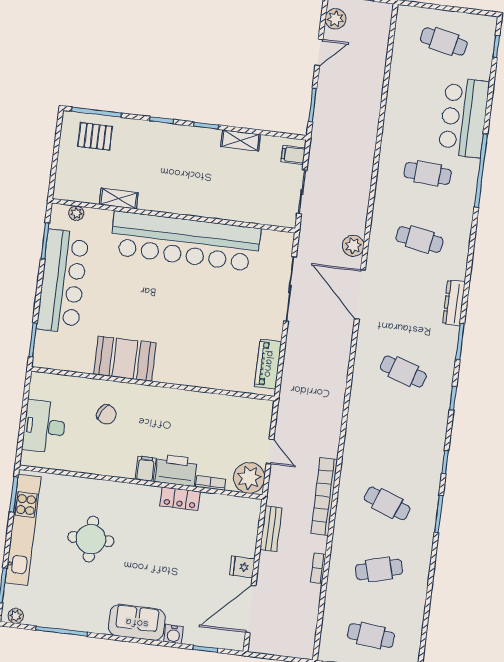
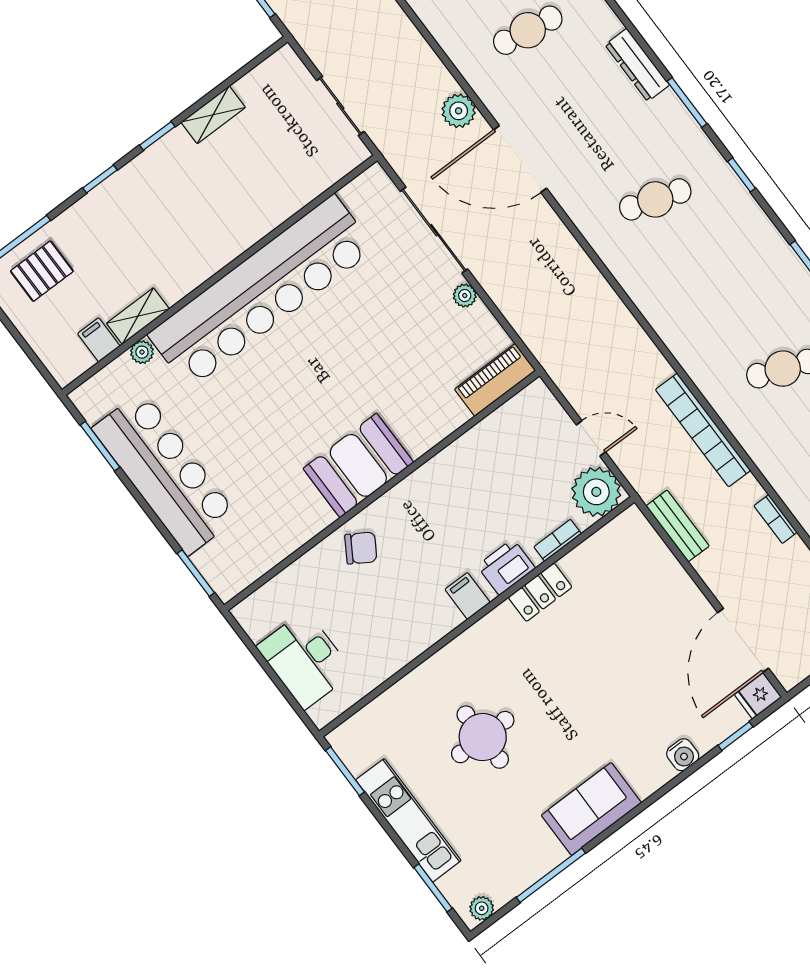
filing cabinet: (293, 155) -> (99, 340), moved, turned 90
plant: (76, 213) -> (142, 352), moved
plant: (275, 332) -> (465, 296), added
booth: (125, 359) -> (358, 465), moved
piano: (268, 364) -> (495, 380), moved, turned 90
chair: (106, 415) -> (361, 548), moved
printer: (176, 470) -> (506, 567), width x0.73, depth x0.84
kitchen unit: (23, 530) -> (408, 820), width x0.73
fridge: (242, 567) -> (758, 696), moved
sofa: (137, 622) -> (591, 809), moved

